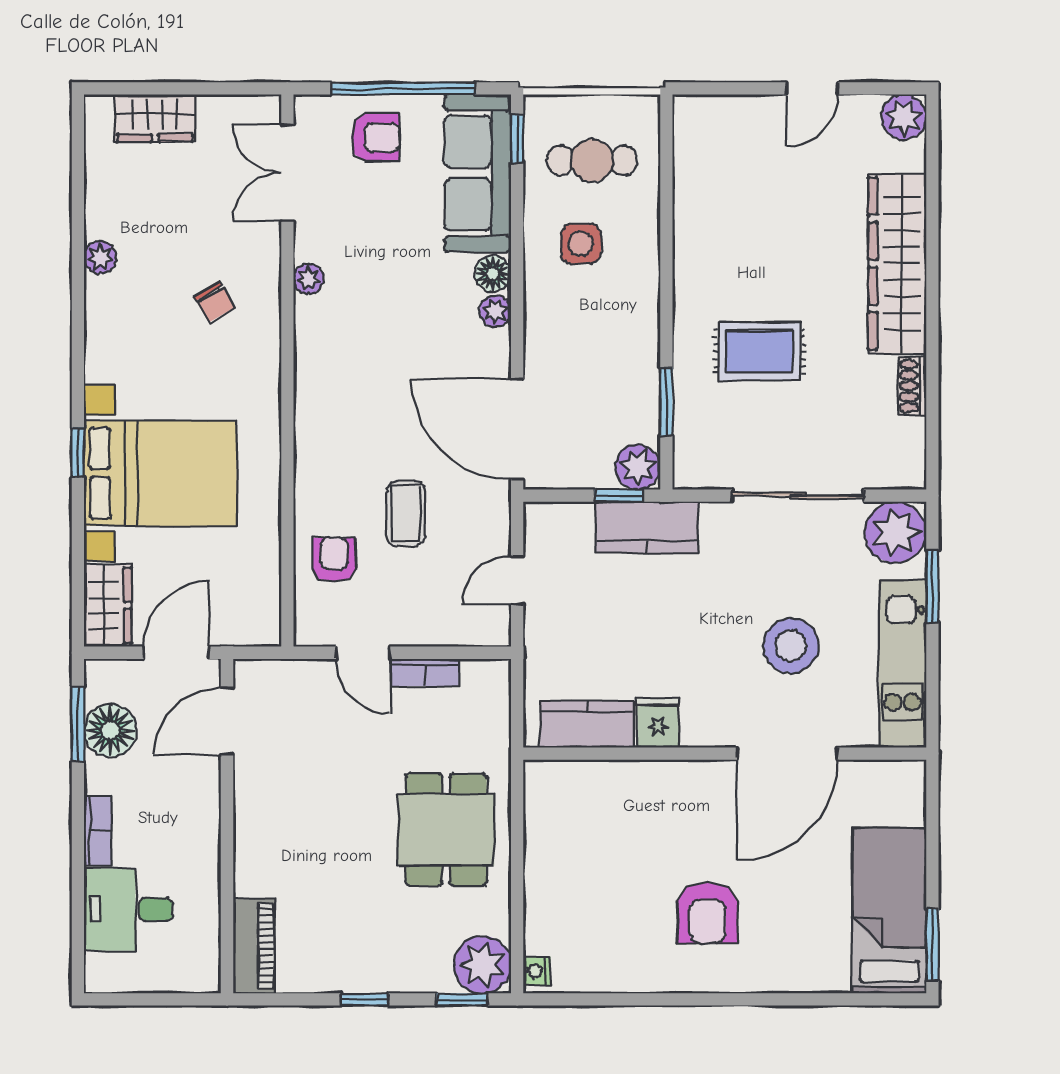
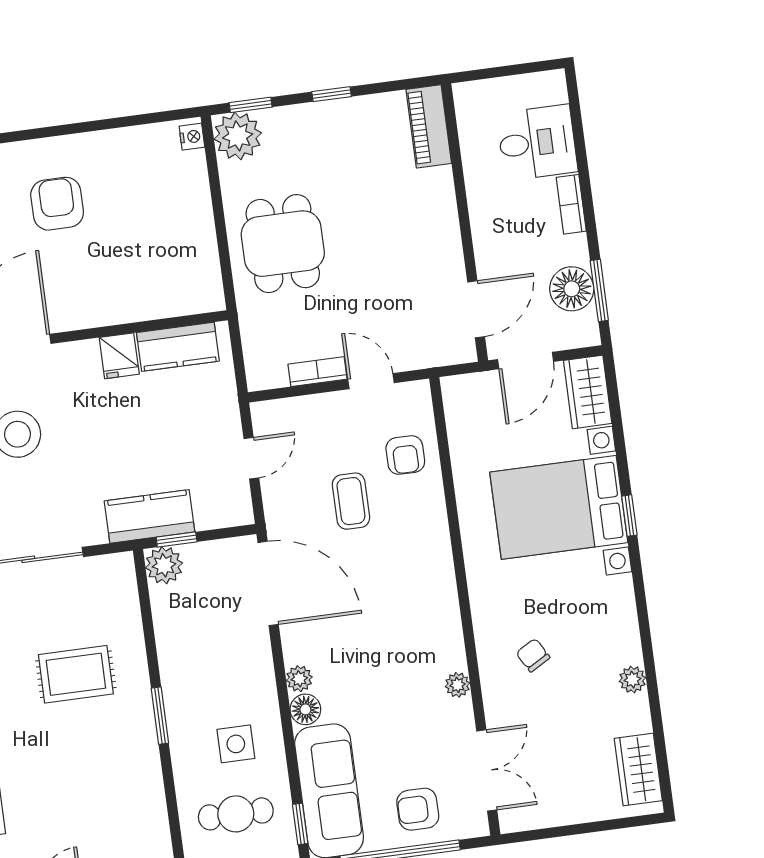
wardrobe: (155, 118) -> (638, 770), moved, turned -90
window: (666, 402) -> (160, 716), moved

